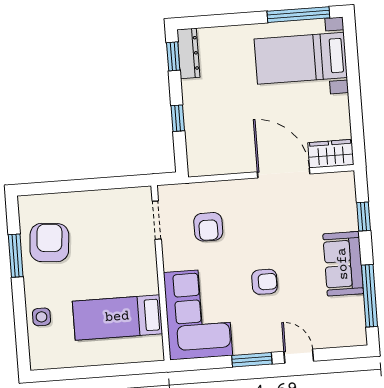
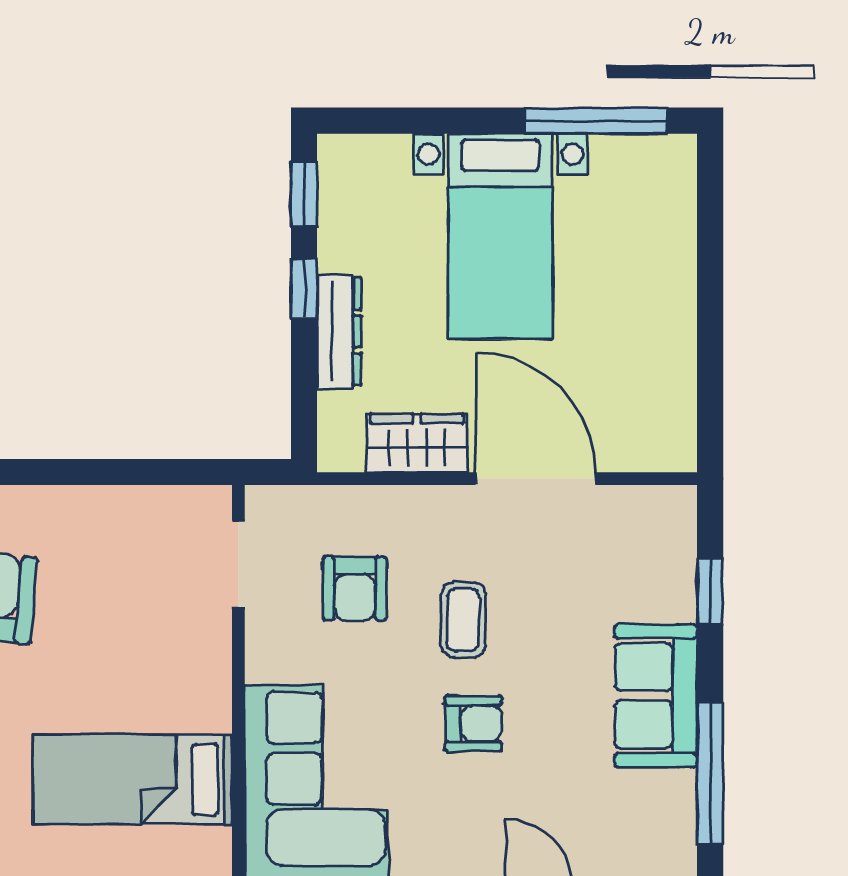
dresser: (188, 53) -> (339, 331), moved
bed with nightstands: (301, 58) -> (500, 236), moved, turned -90
window: (178, 118) -> (304, 288), moved
wardrobe: (331, 154) -> (417, 443), moved
coffee table: (257, 237) -> (463, 620), added

